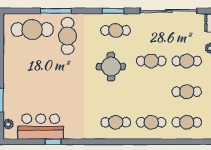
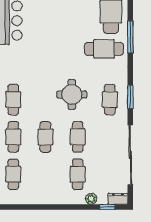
cafe table: (187, 92) -> (45, 137), moved

